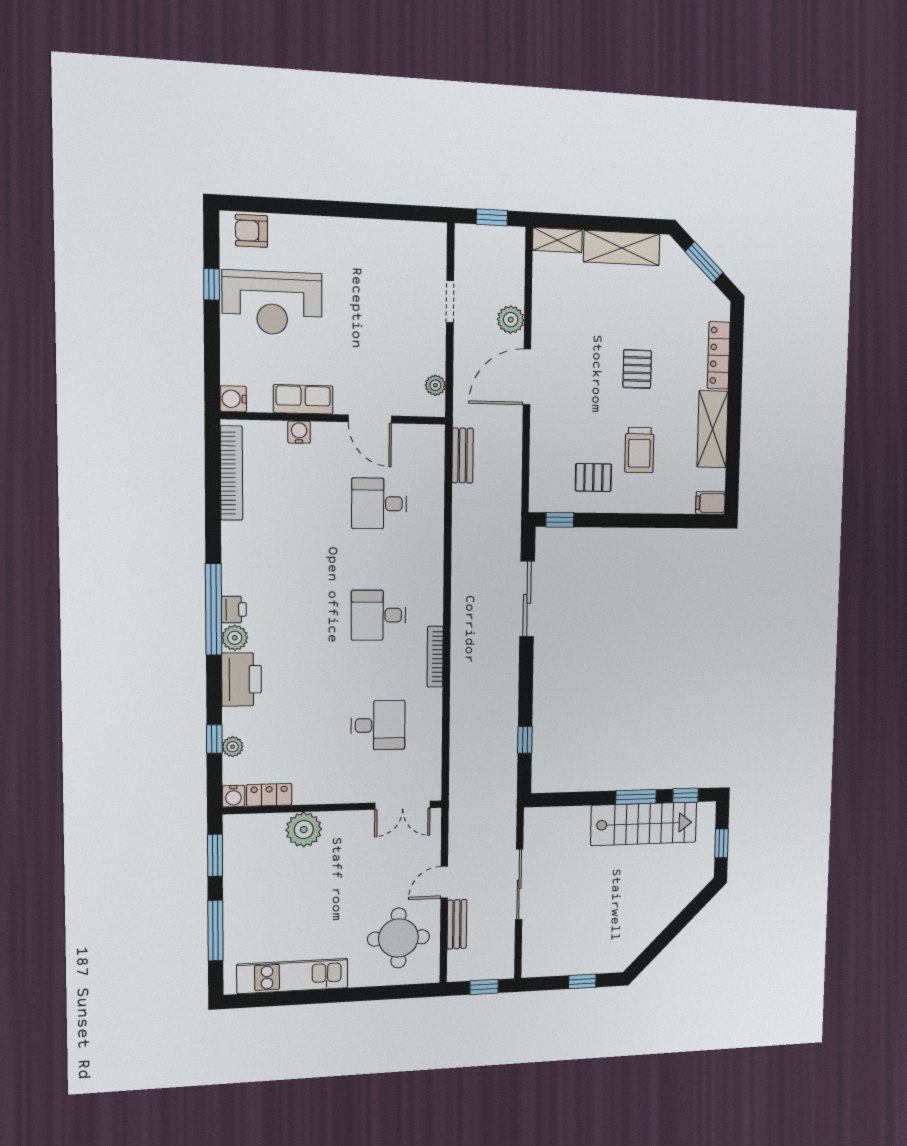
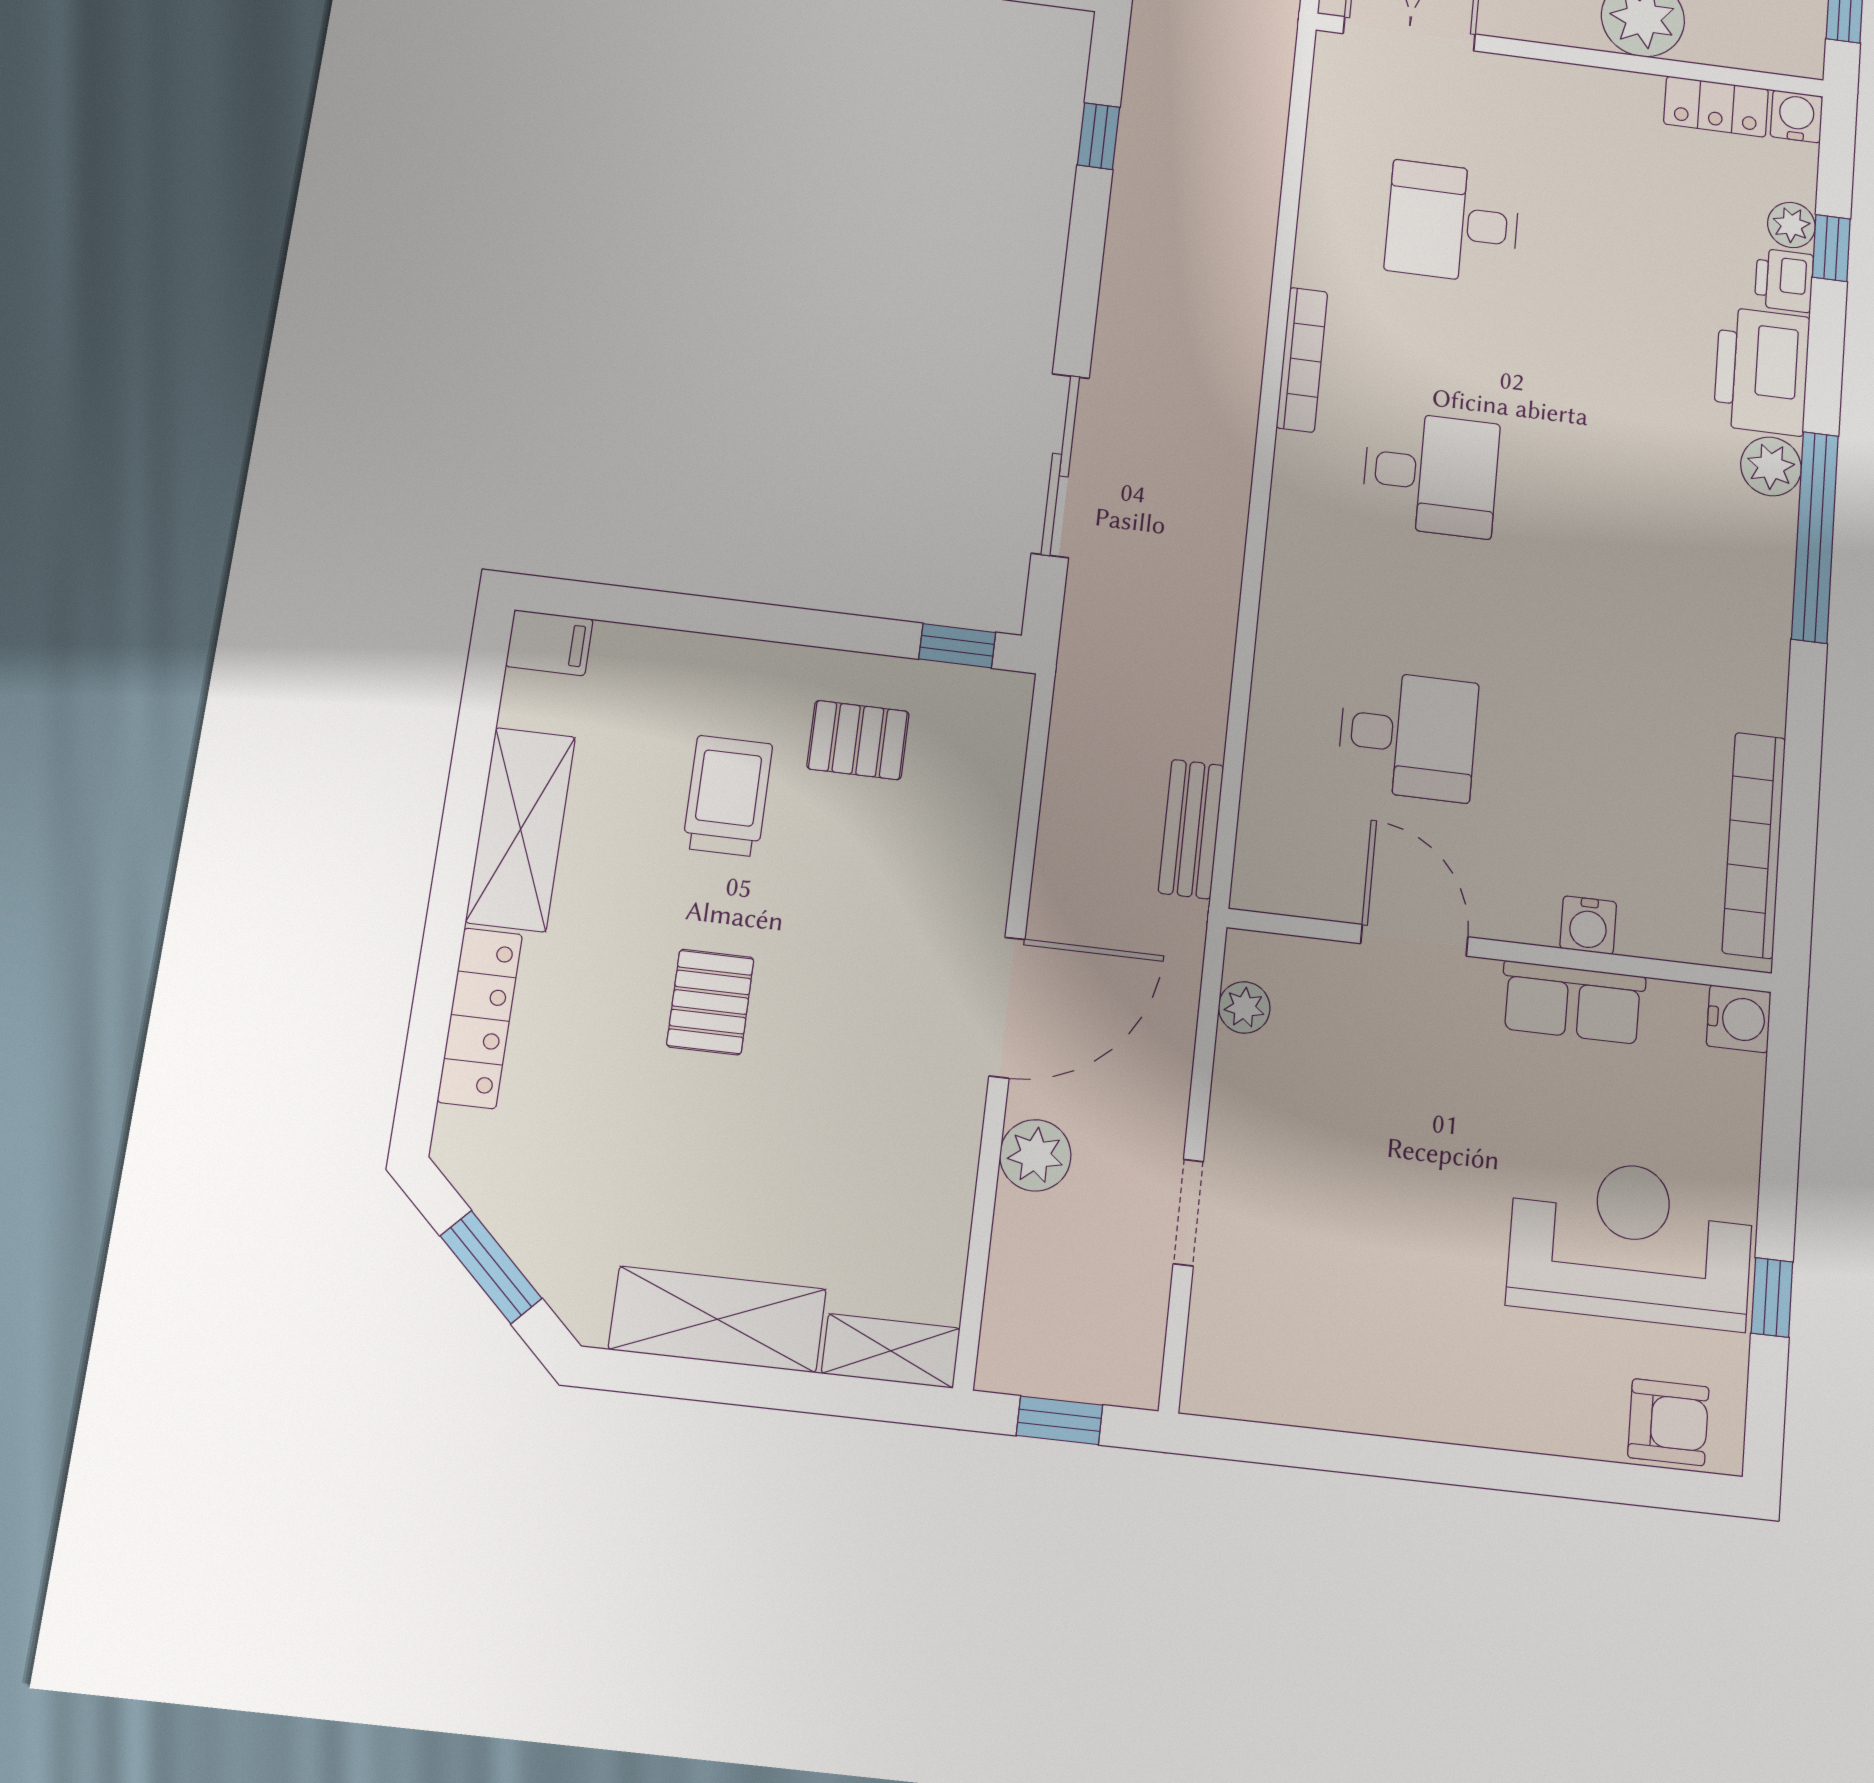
printer: (234, 610) -> (1784, 280), moved

